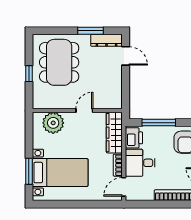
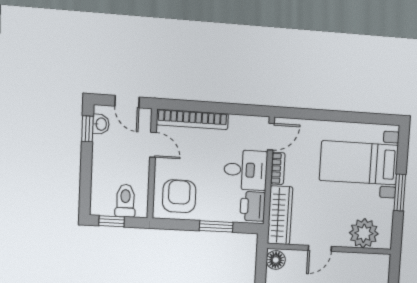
floor lamp: (116, 101) -> (276, 260), added
window: (159, 123) -> (216, 226), width x0.69
window: (29, 171) -> (400, 193), moved

